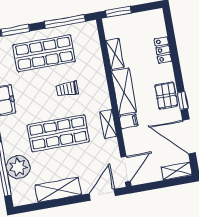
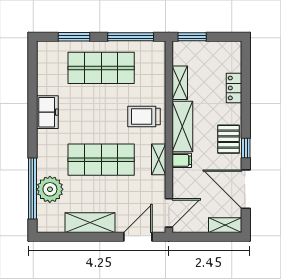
trolley: (67, 89) -> (144, 116), moved, width x1.36, depth x1.39

